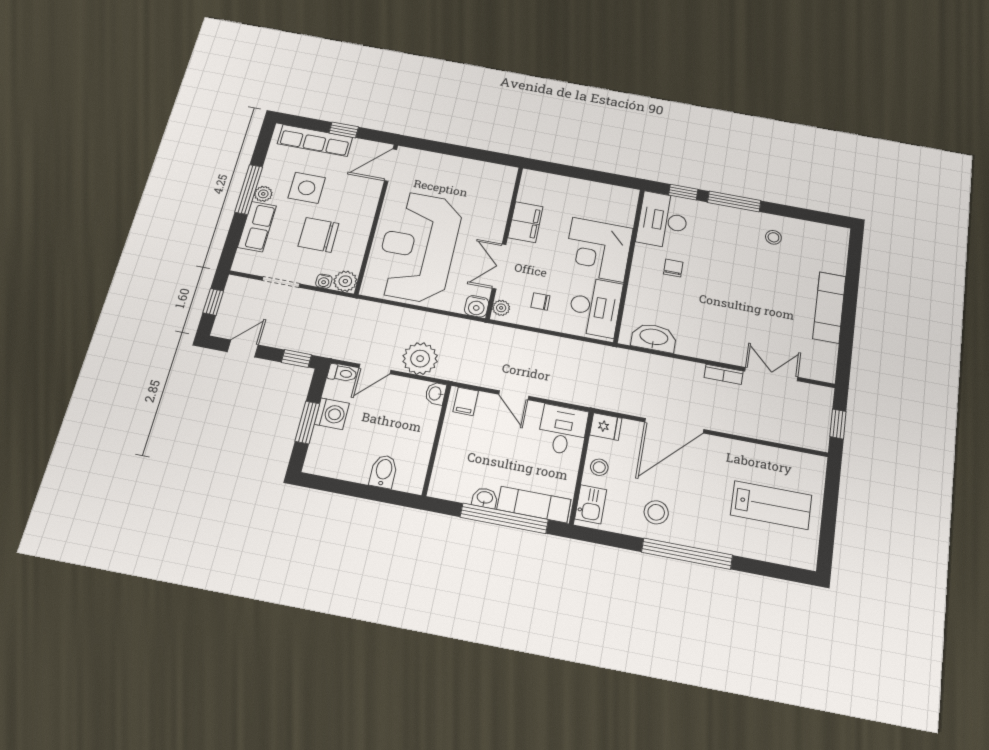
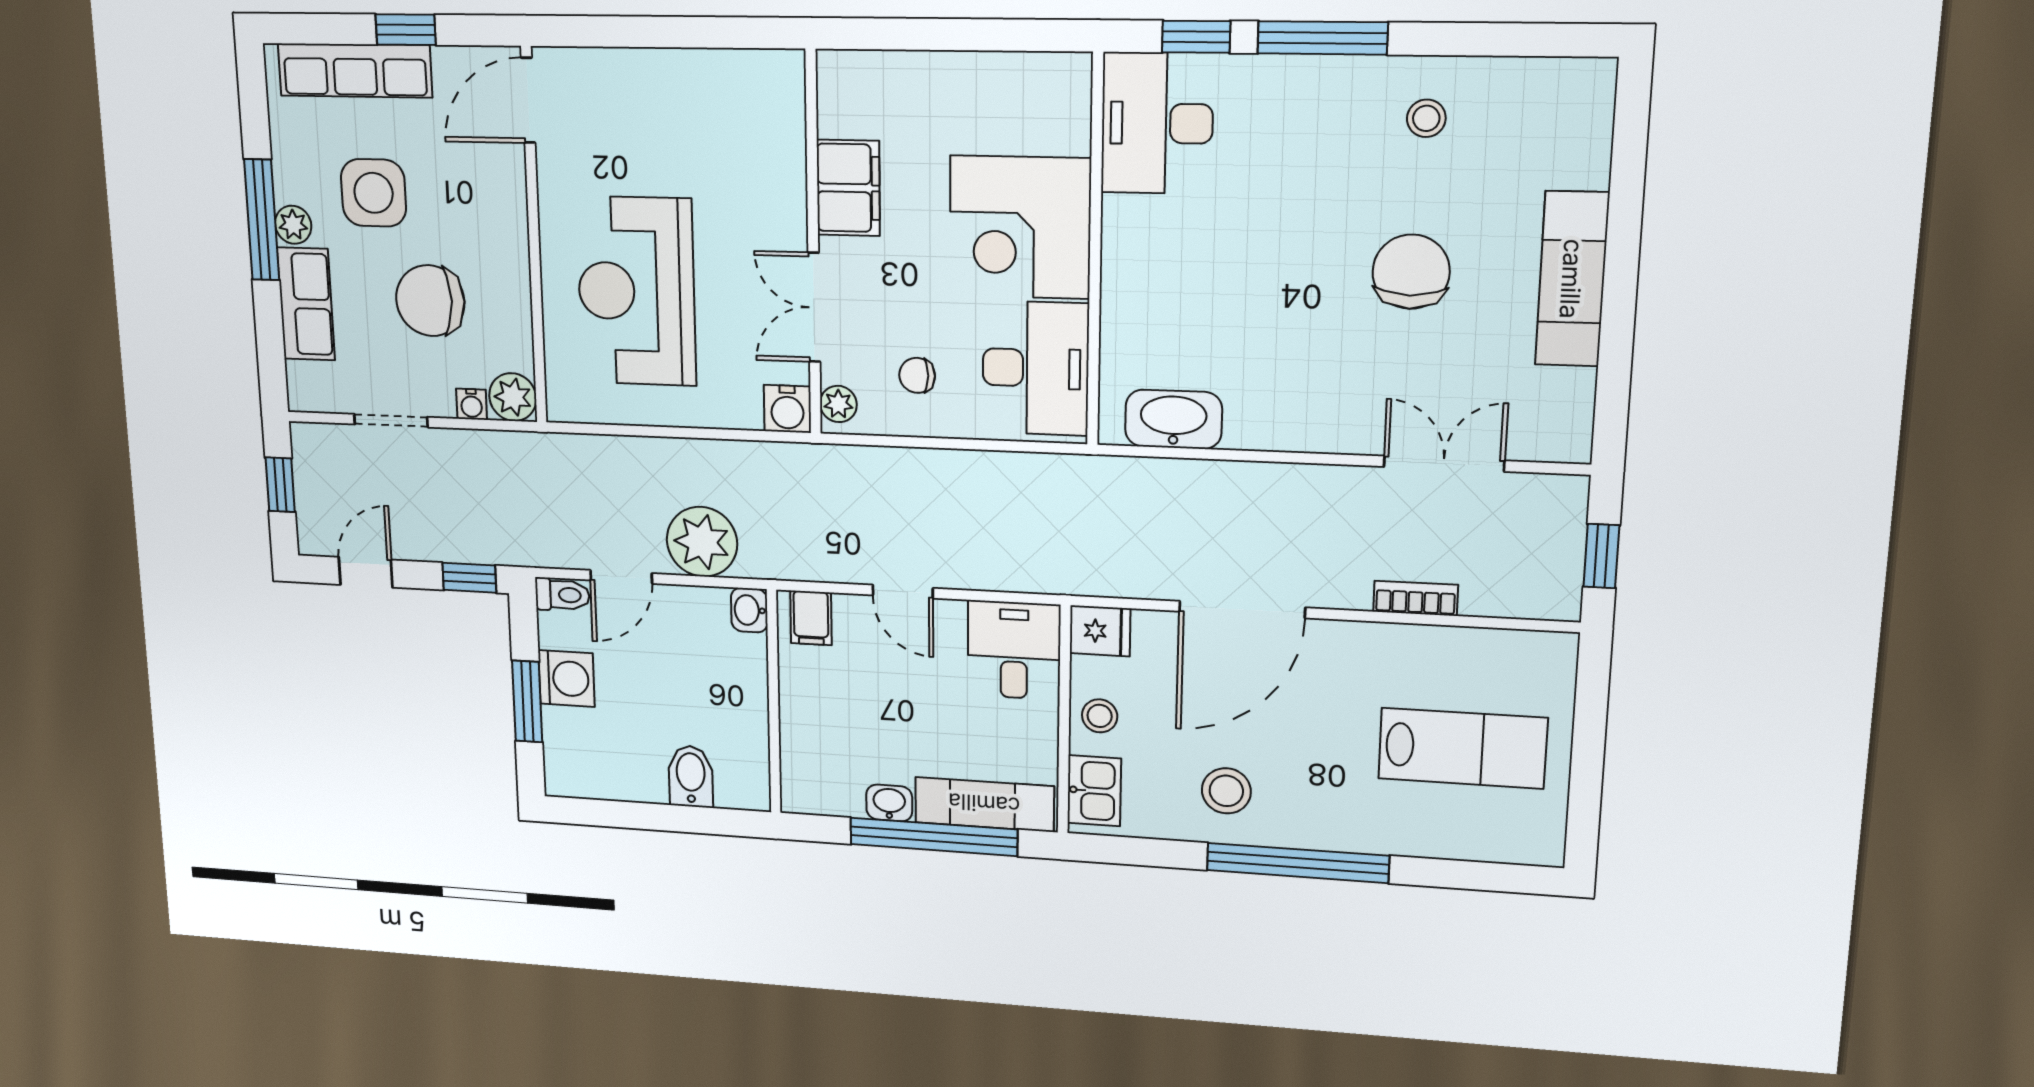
reception desk: (418, 247) -> (636, 291), width x0.74, depth x0.77
chair: (673, 268) -> (1411, 272), moved, width x1.87, depth x1.87
bookcase: (724, 374) -> (1416, 598), moved, turned 180

